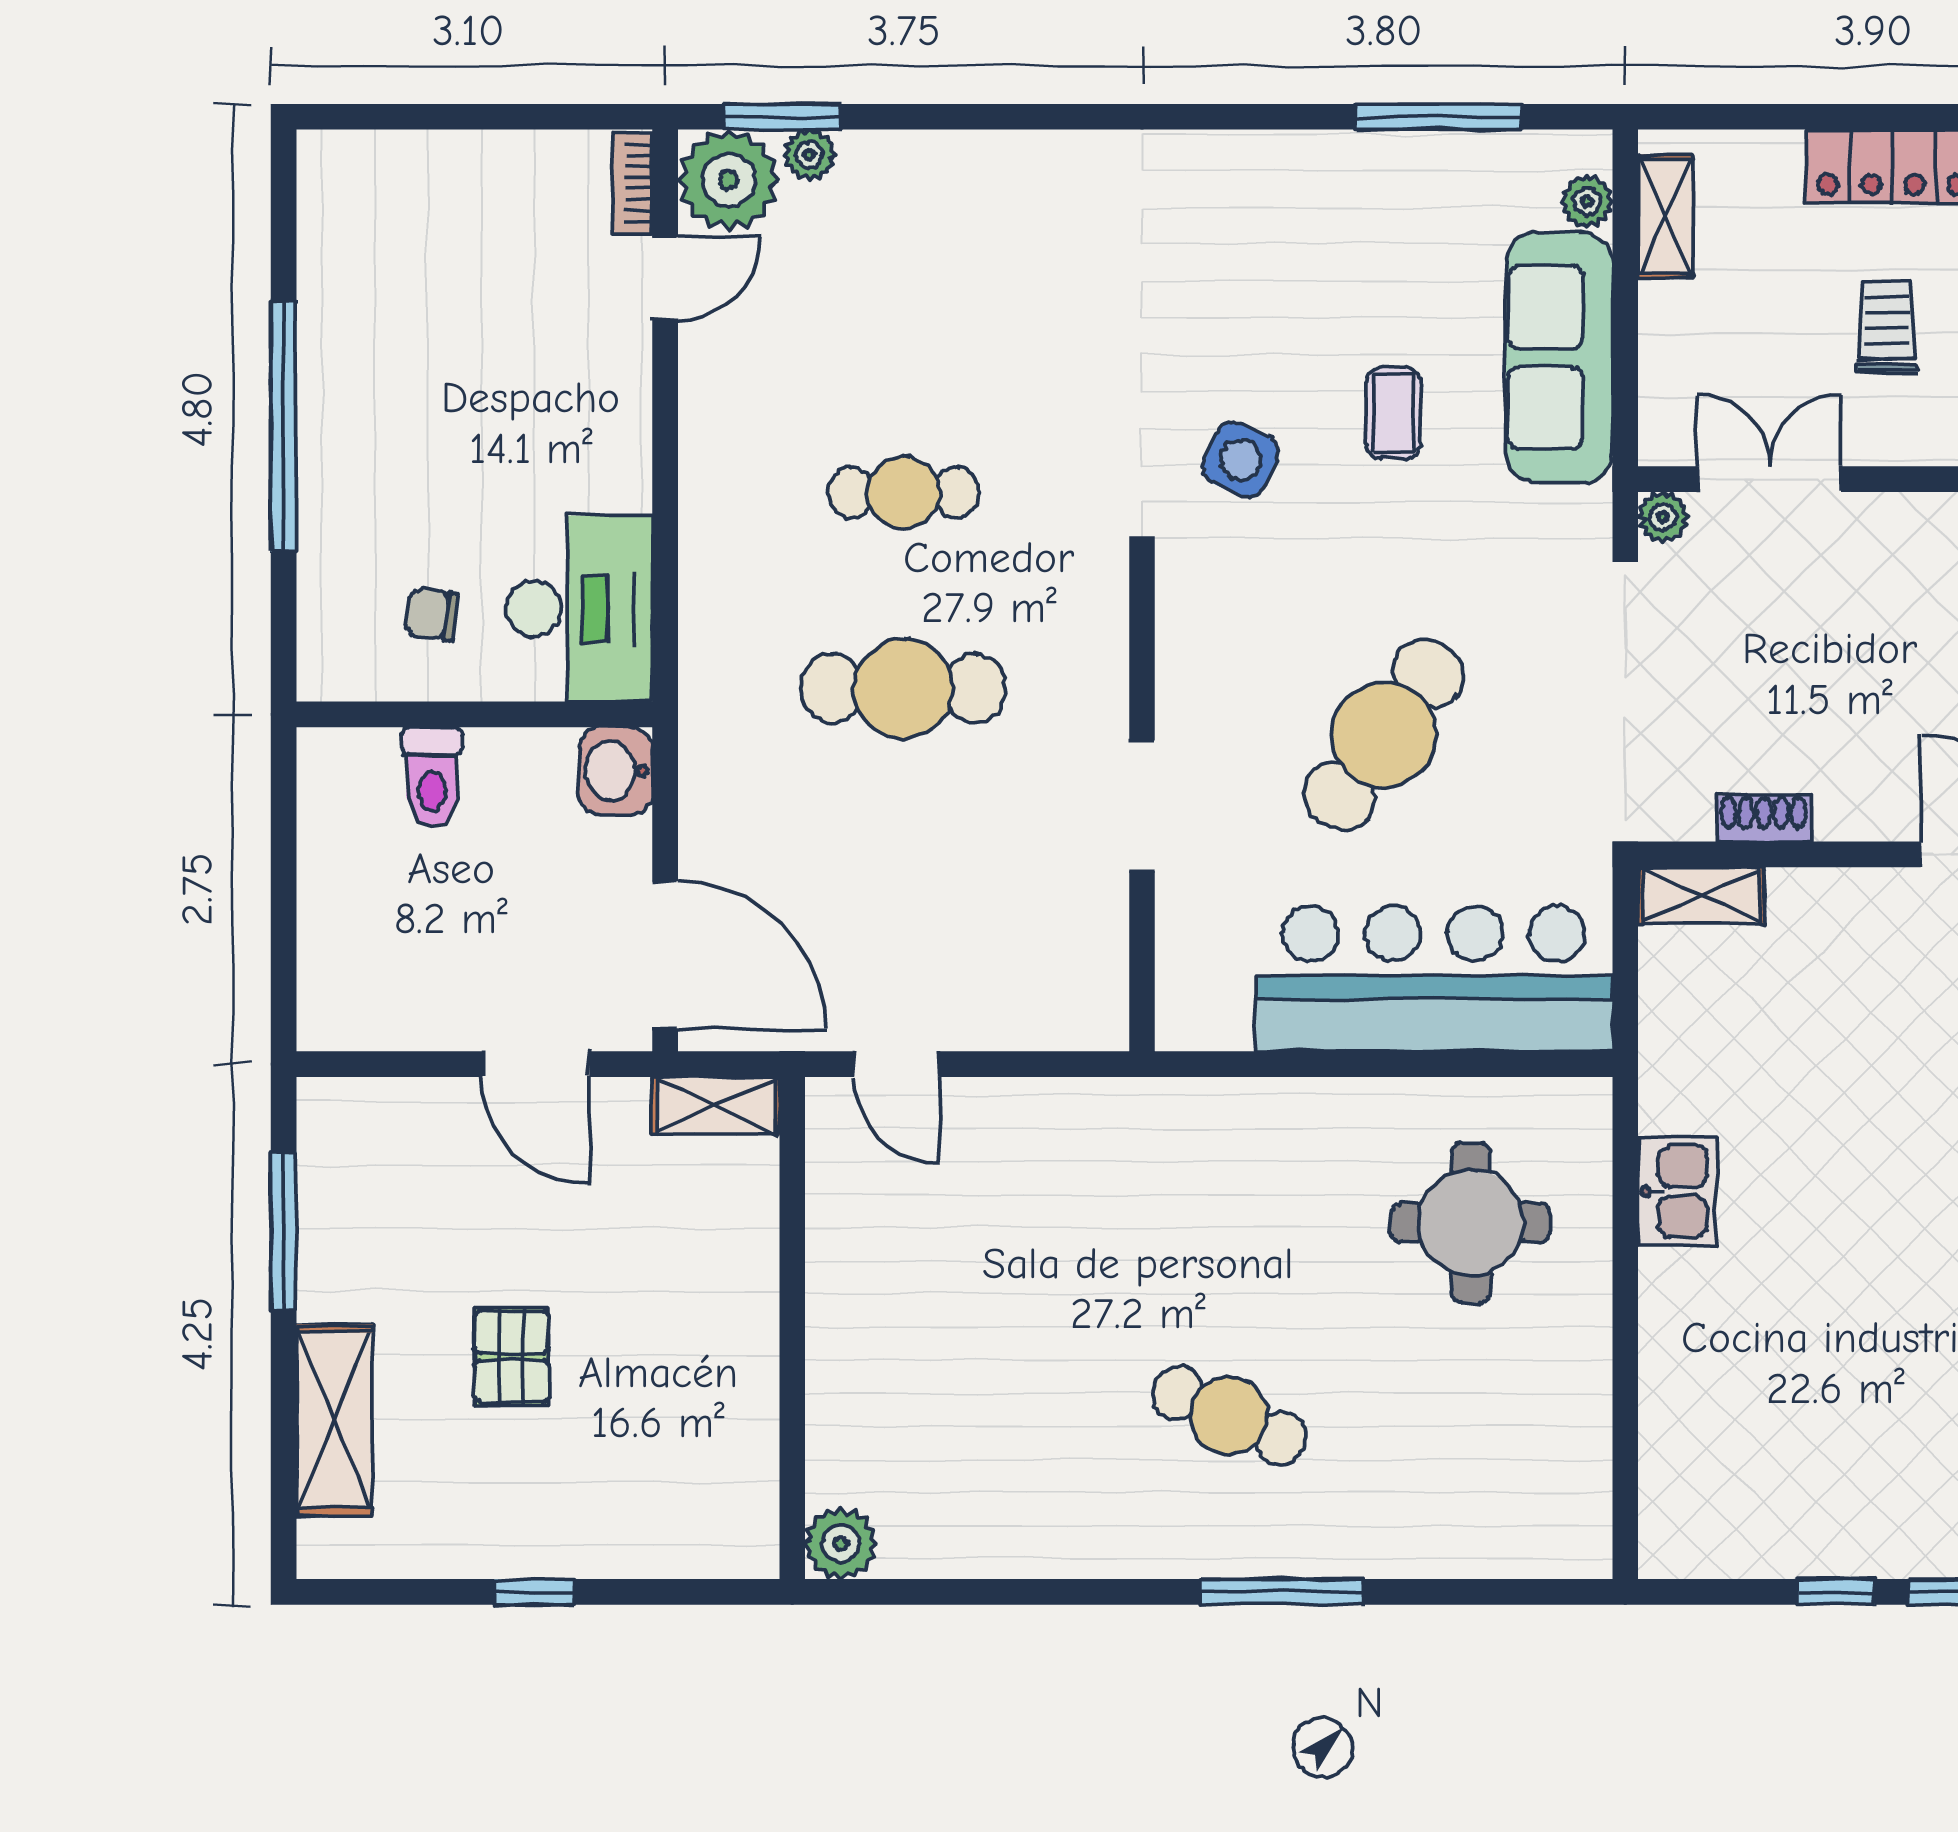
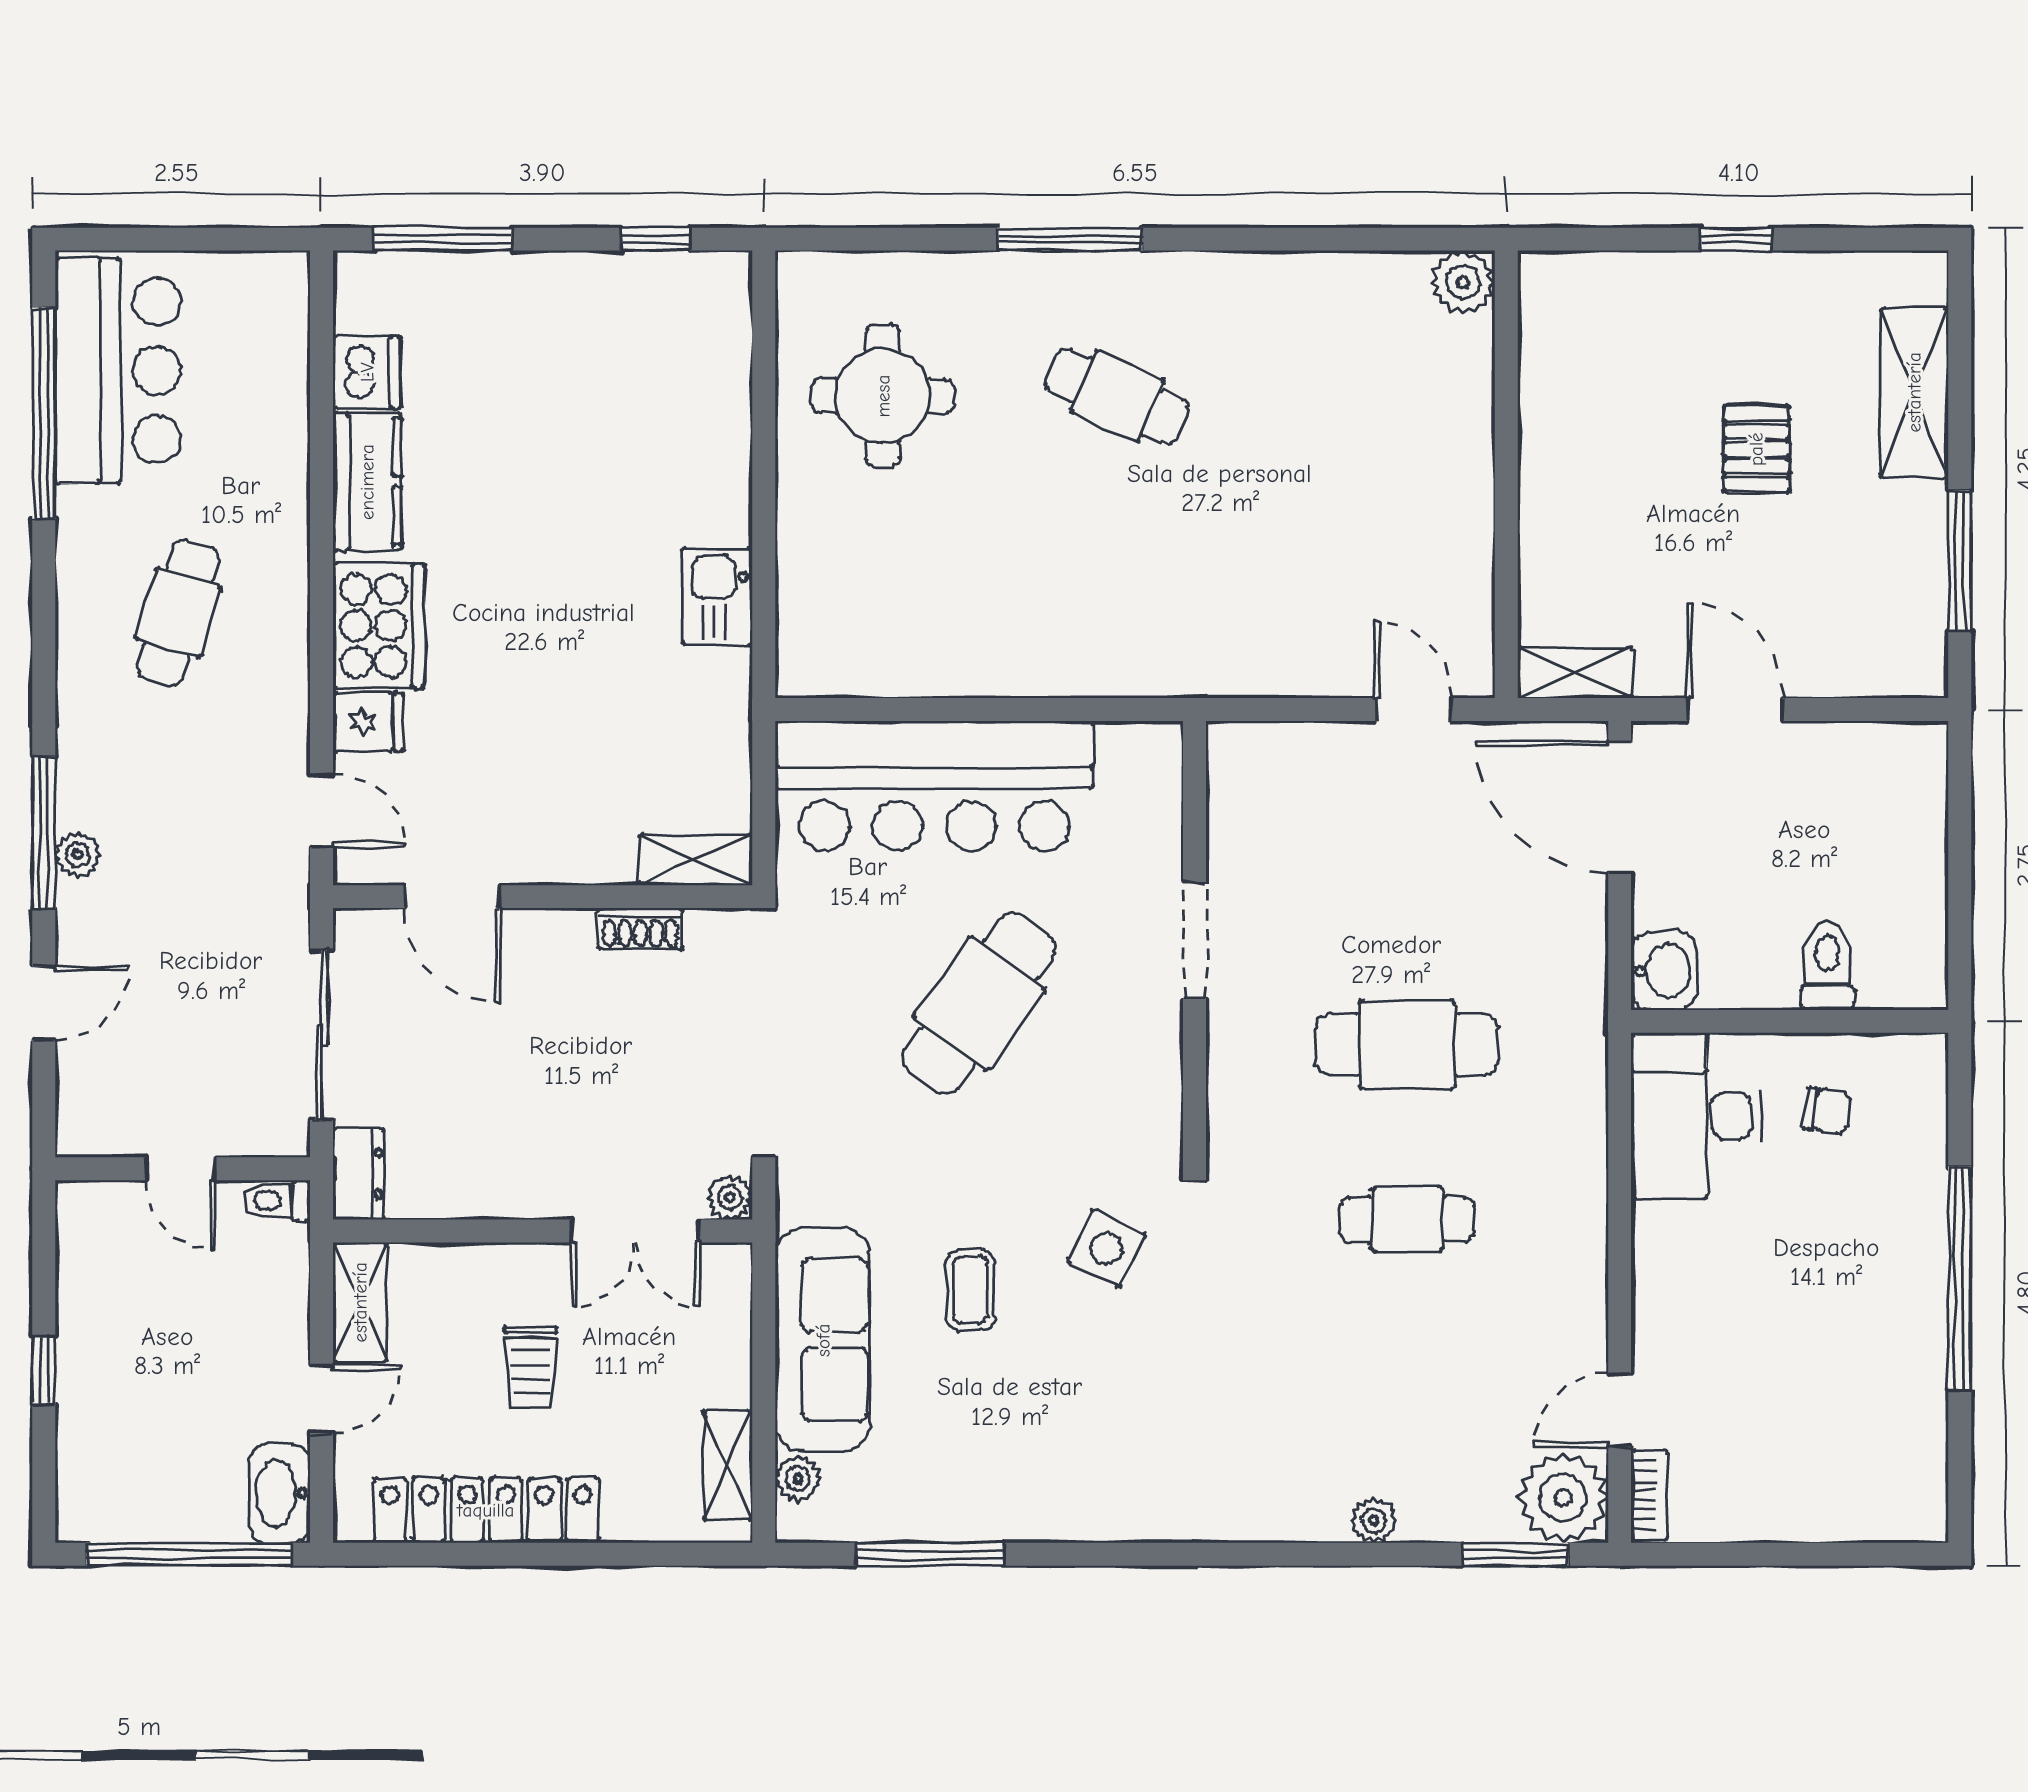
plant: (809, 155) -> (1374, 1520), moved
round table: (1471, 1222) -> (883, 396), moved
window: (1835, 1592) -> (656, 239), moved

